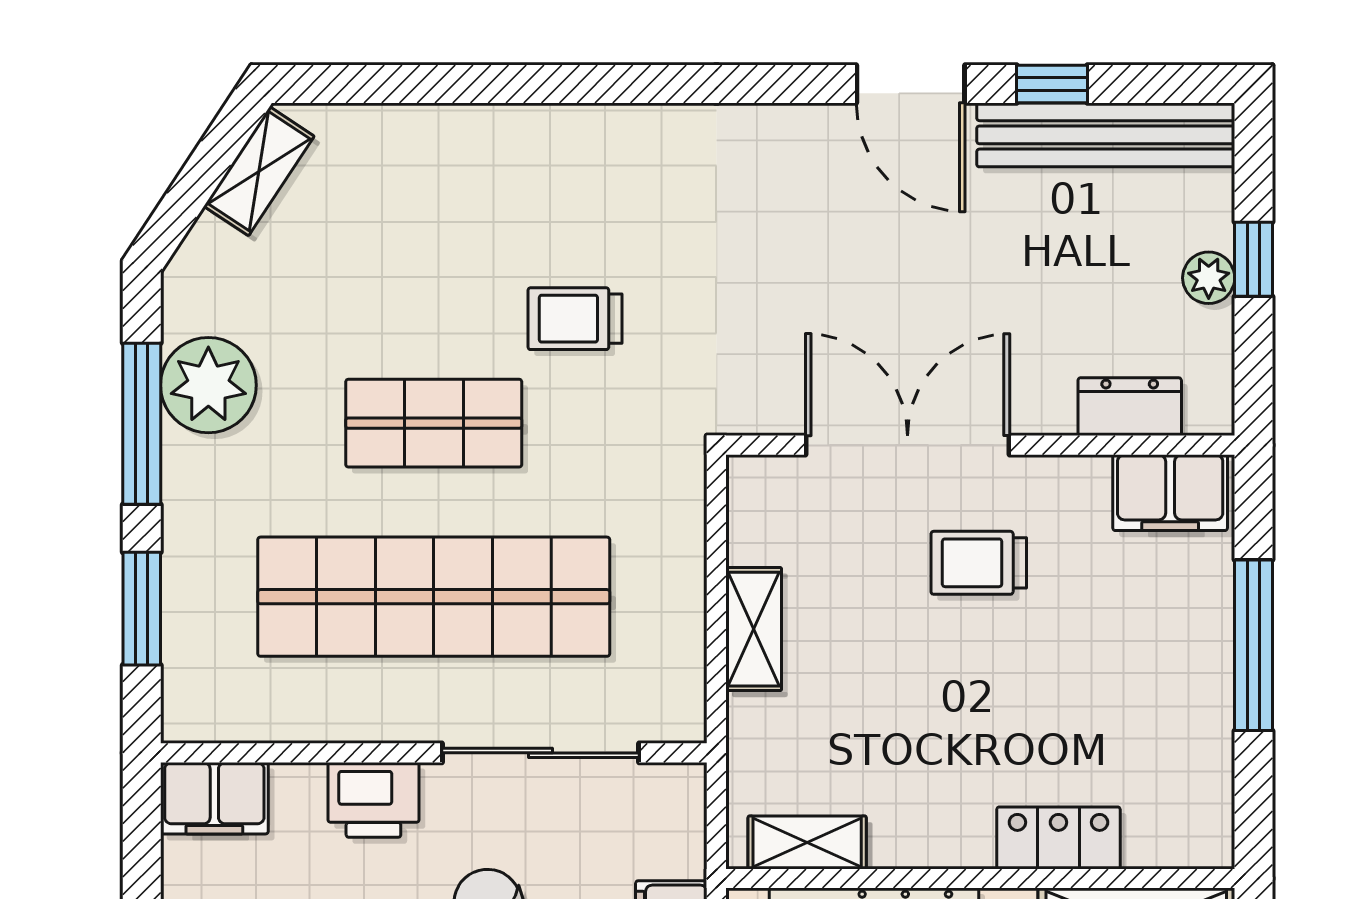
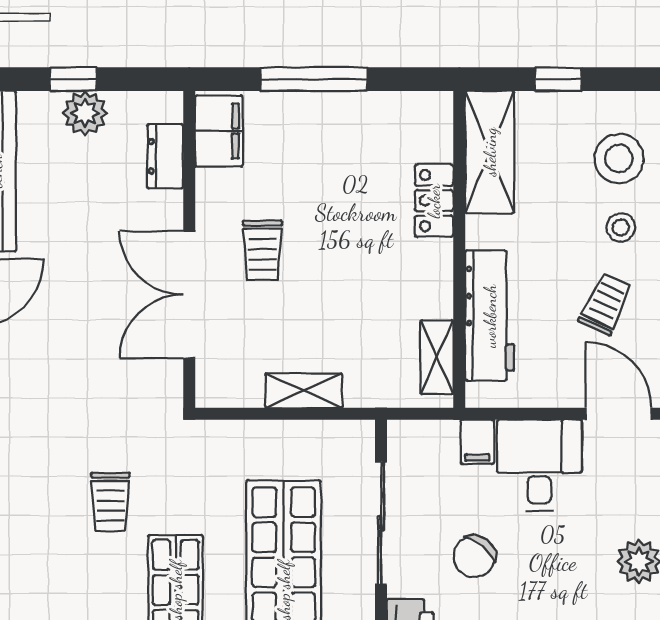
plant: (1209, 278) -> (85, 113), width x1.38, depth x1.38

